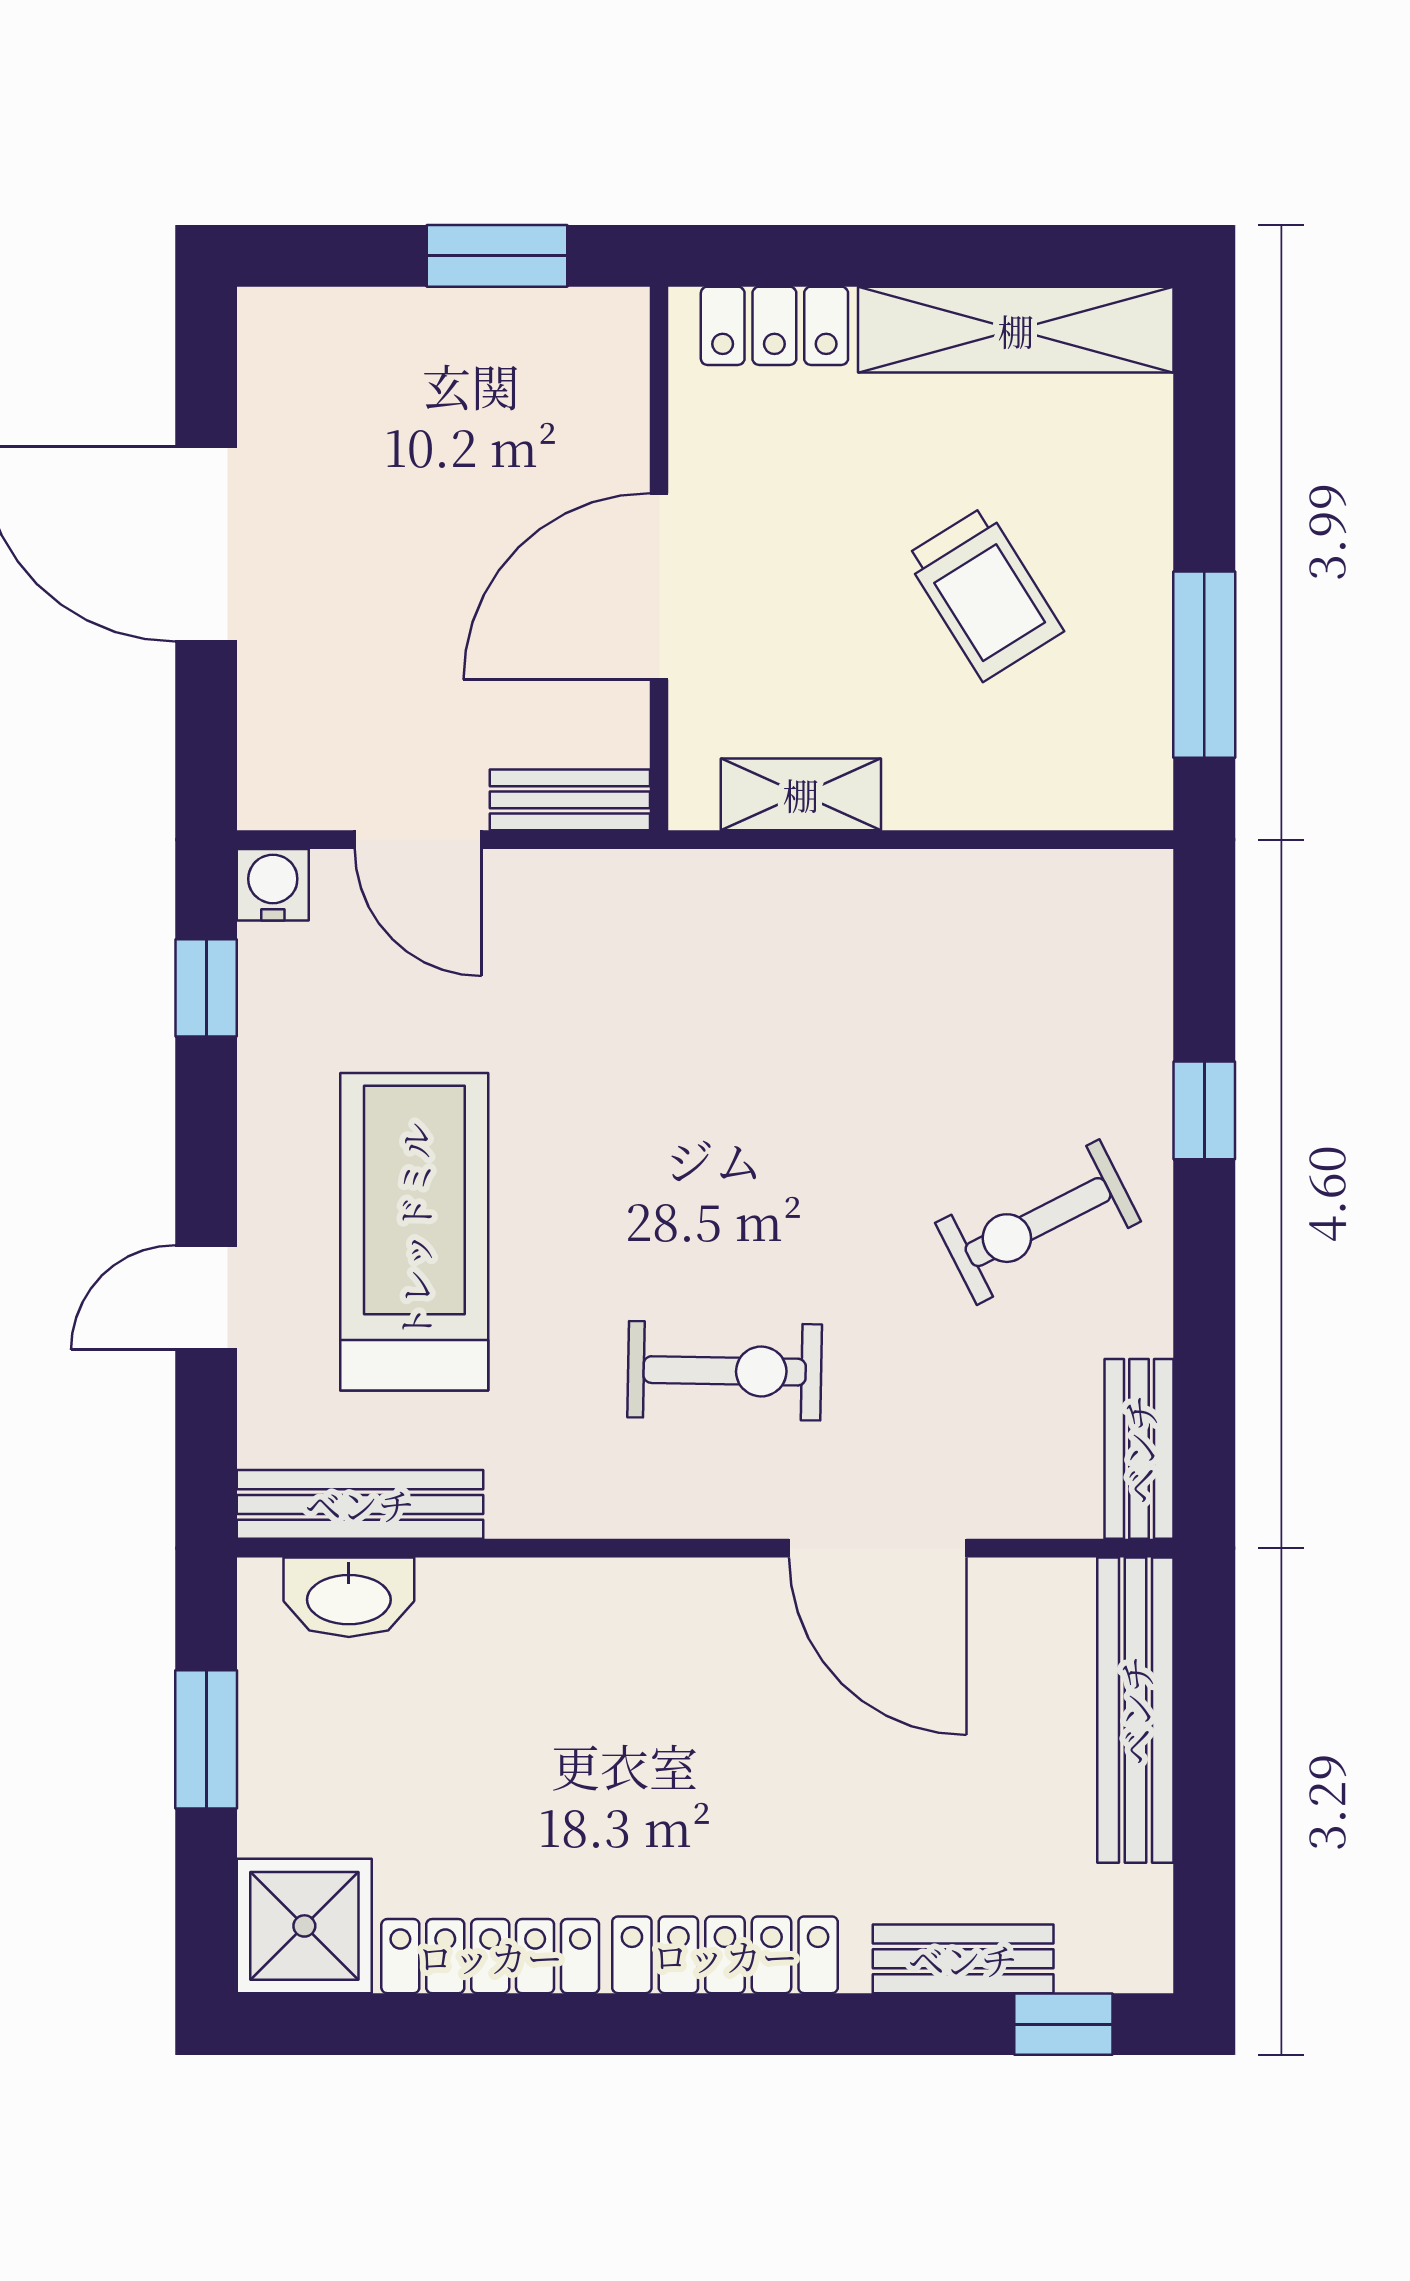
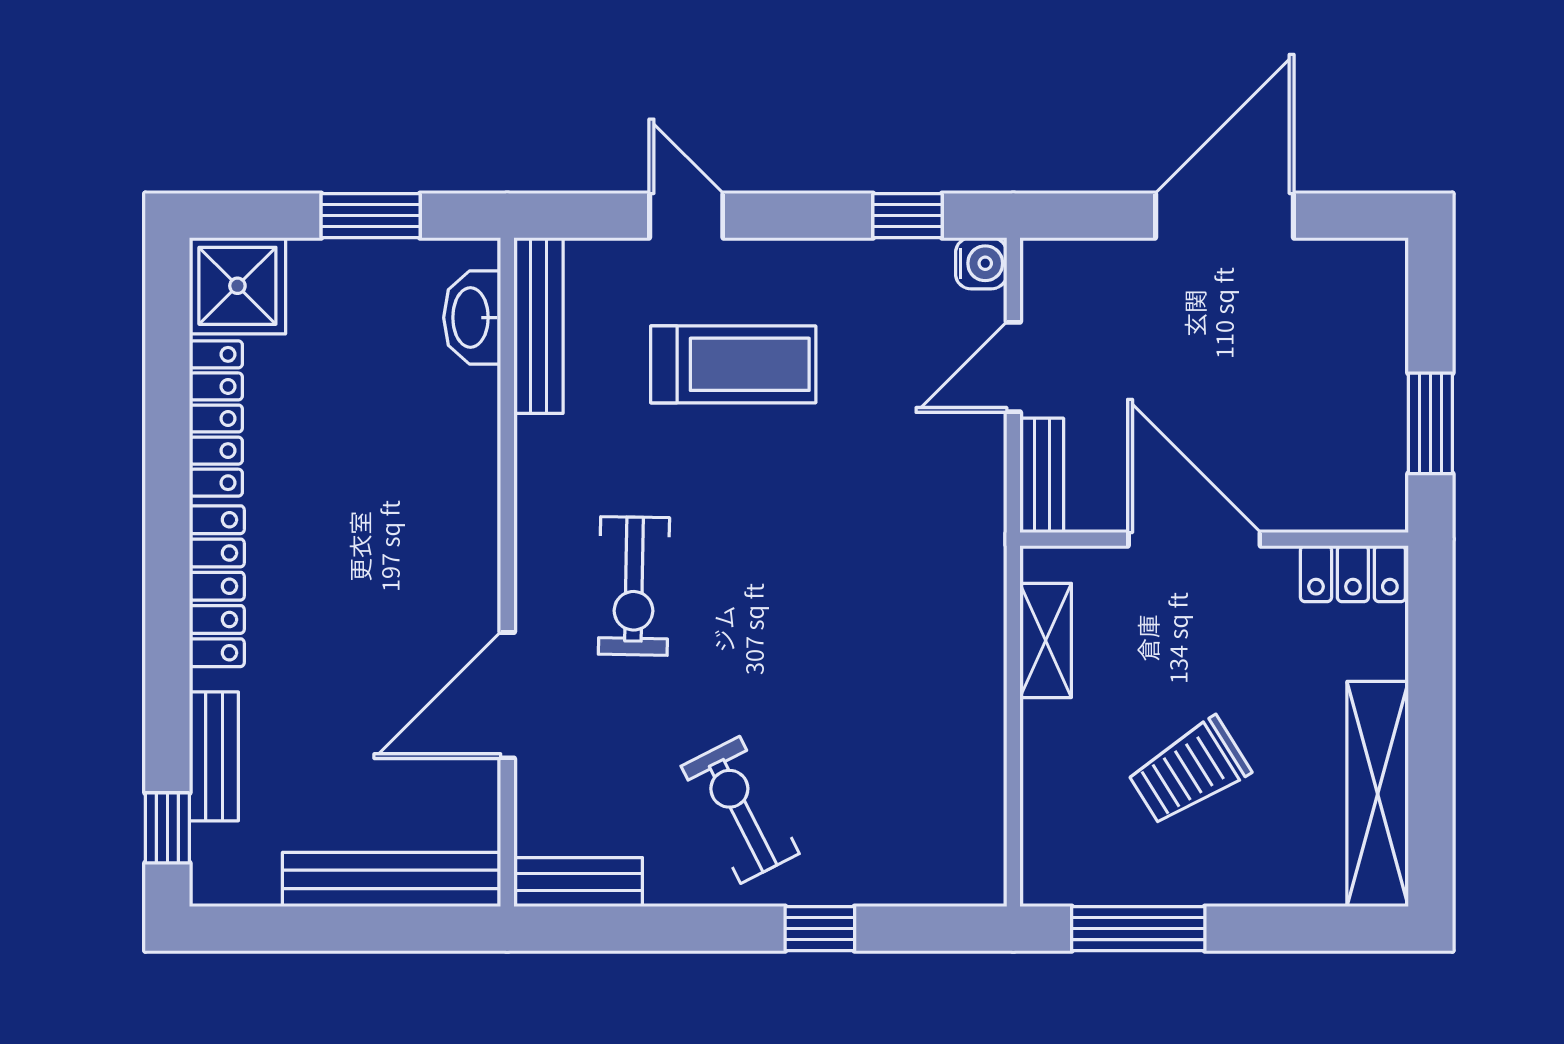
locker: (774, 326) -> (1353, 574), moved, turned -90
treadmill: (414, 1232) -> (733, 364), width x0.73, depth x0.73

